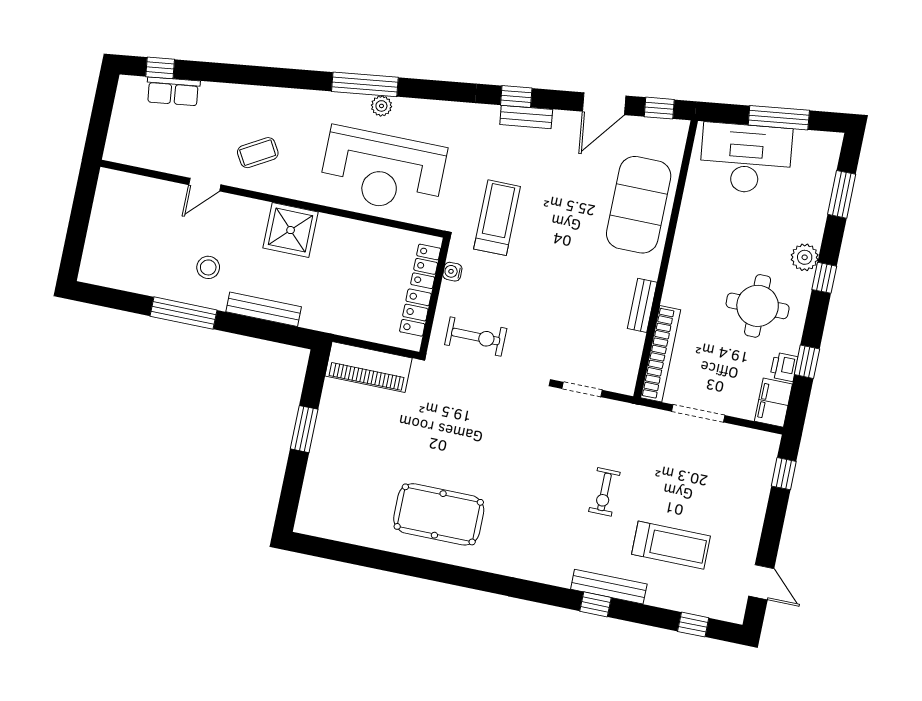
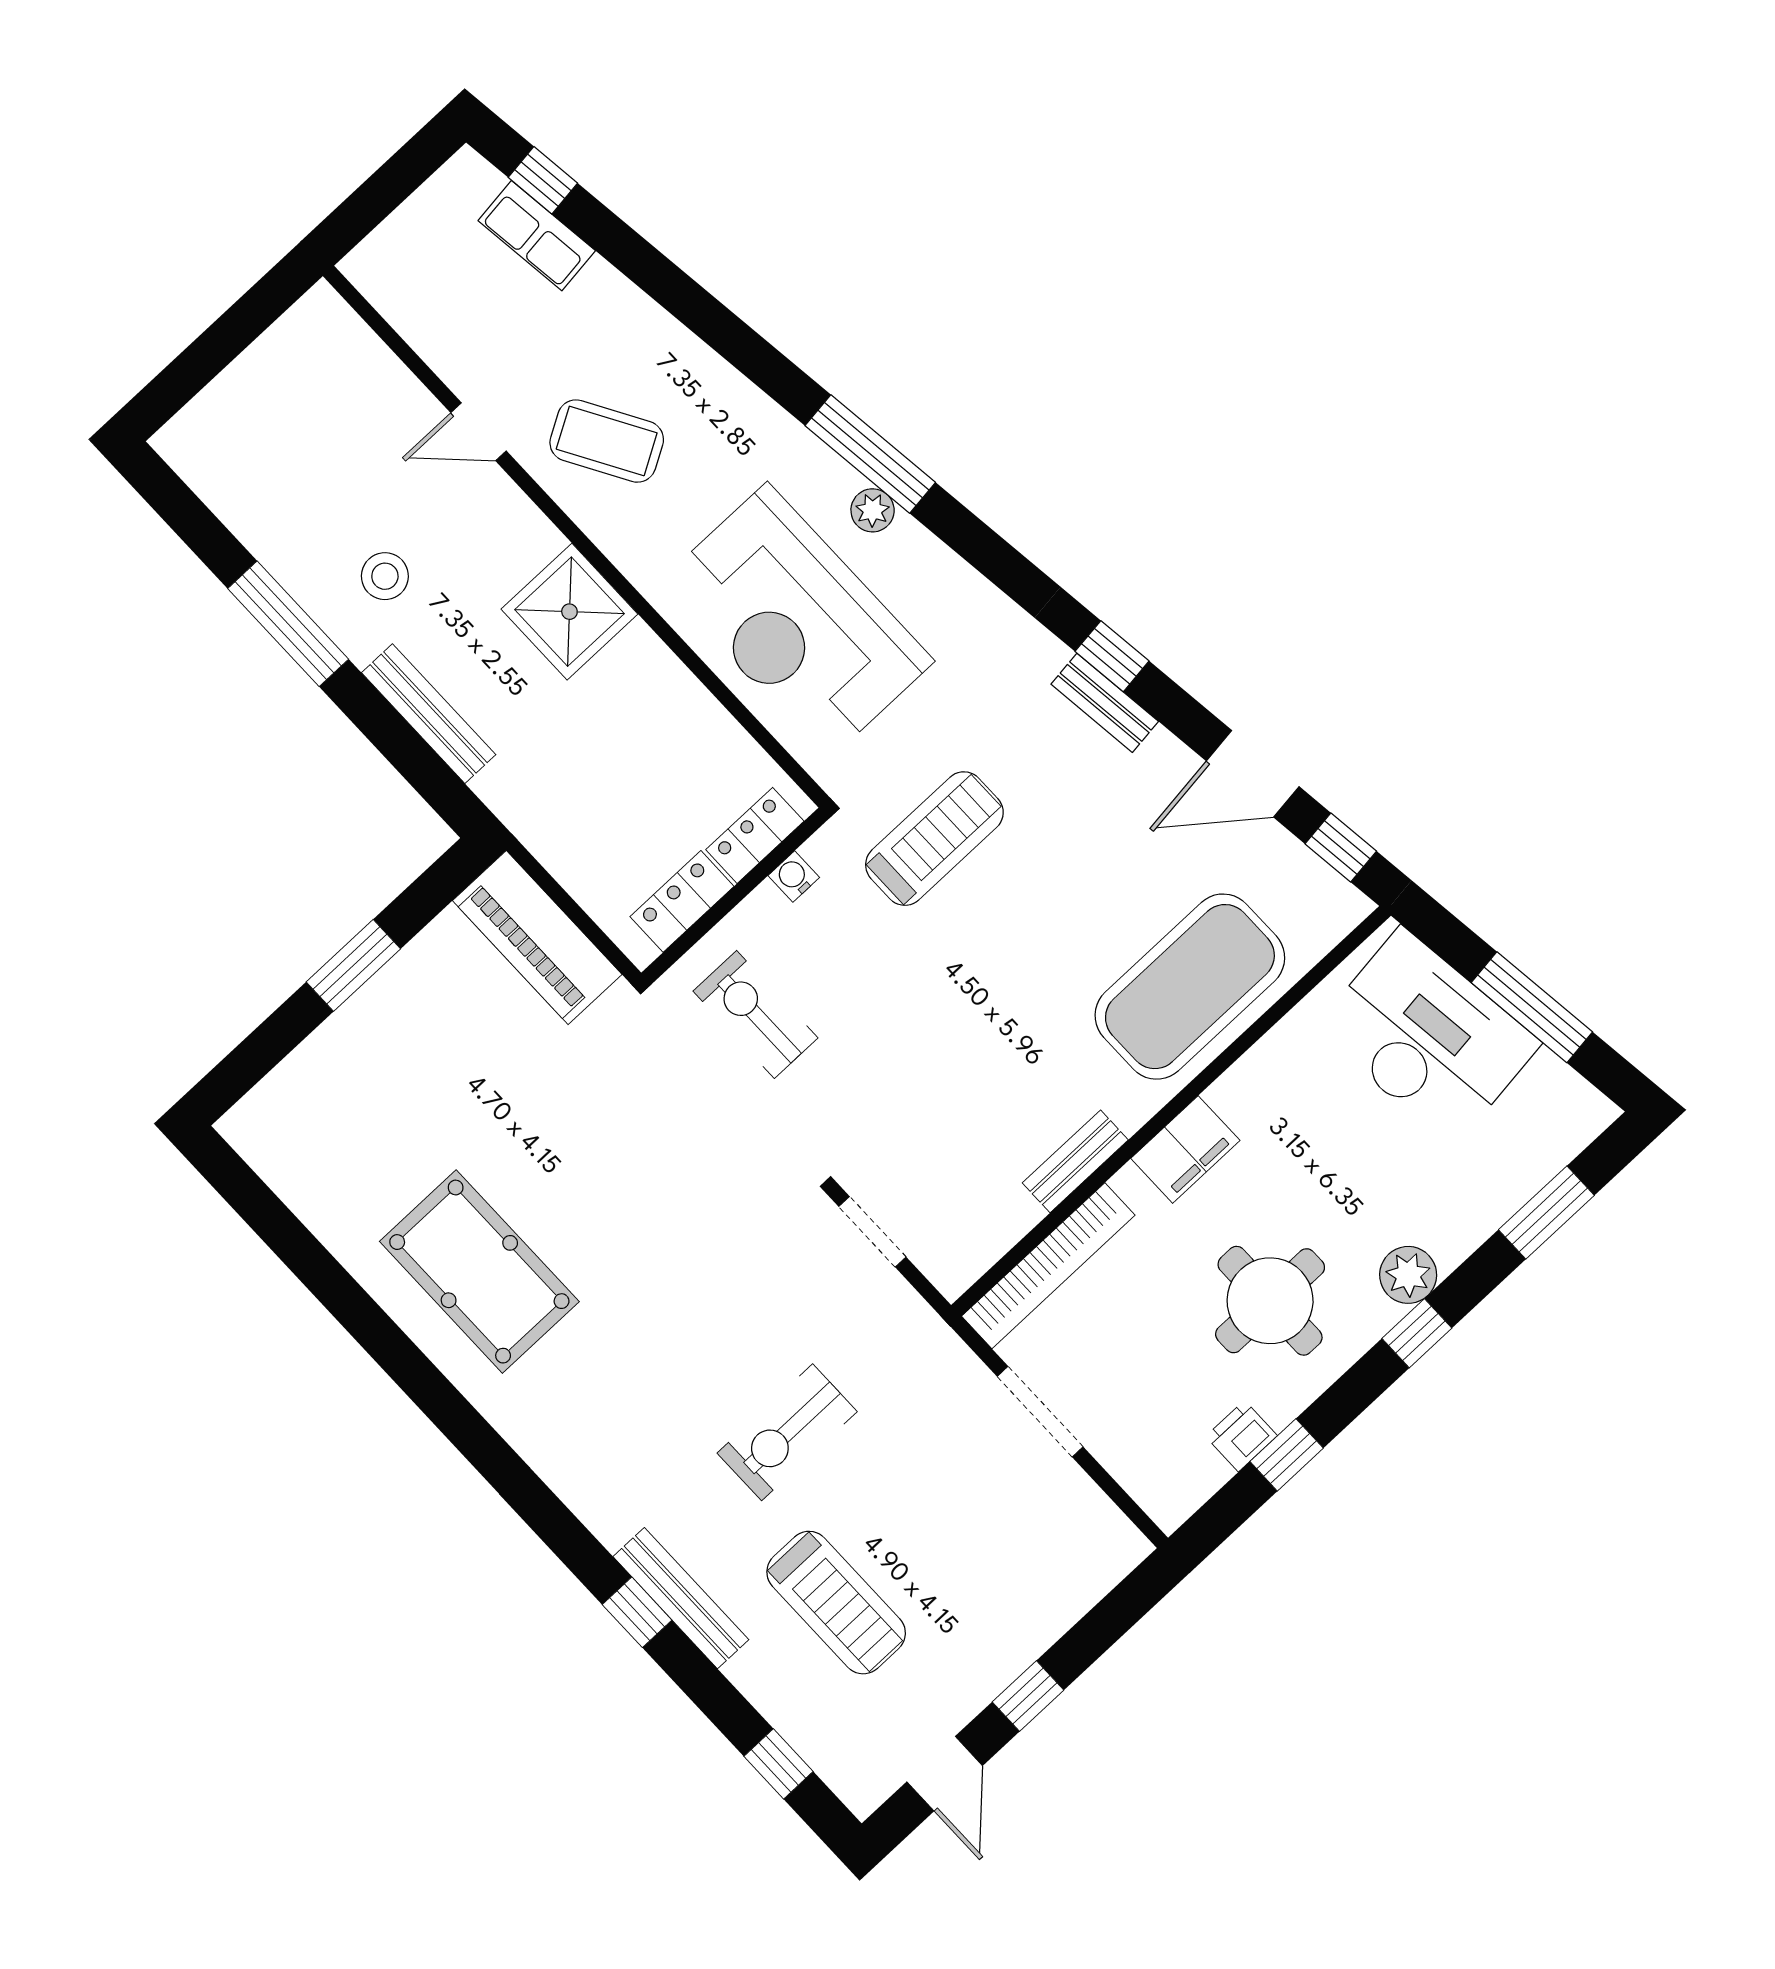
coffee table: (258, 153) -> (607, 441), width x1.36, depth x1.30
exercise bike: (476, 337) -> (755, 1014), turned 180
filing cabinet: (773, 403) -> (1185, 1149), moved, turned 180
window: (784, 474) -> (1028, 1696), moved
exercise bike: (604, 492) -> (787, 1432), width x1.38, depth x1.39

